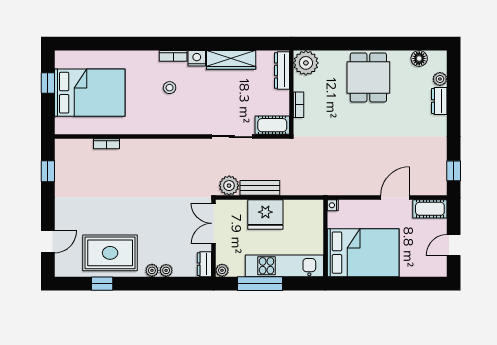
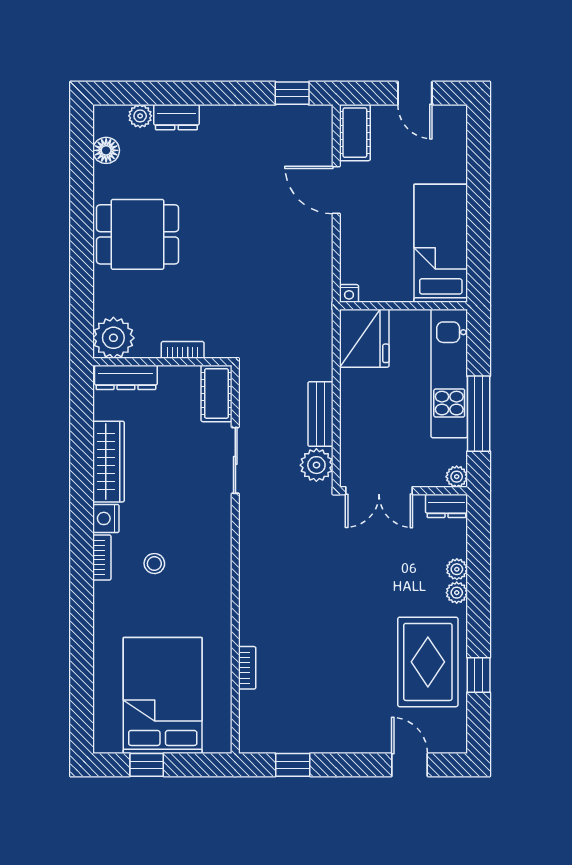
fridge: (265, 214) -> (364, 338), moved
bed: (363, 253) -> (441, 243), width x0.67

